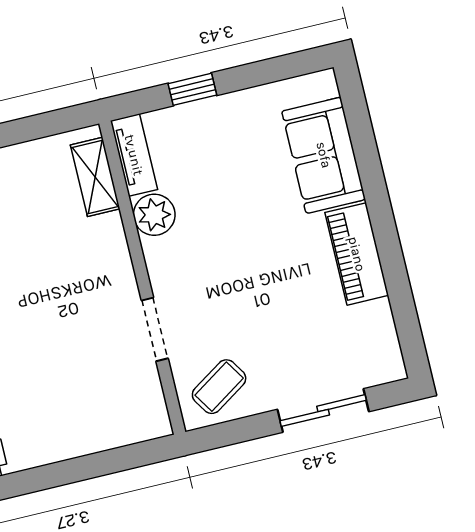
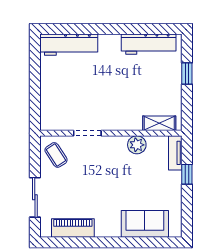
tv unit: (134, 155) -> (175, 153), moved, turned 90
piano: (357, 254) -> (73, 228), moved

